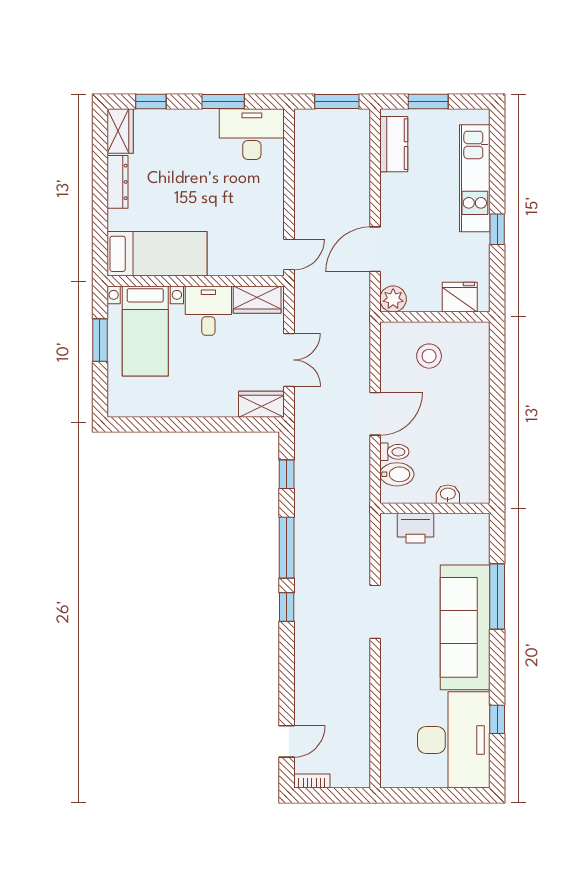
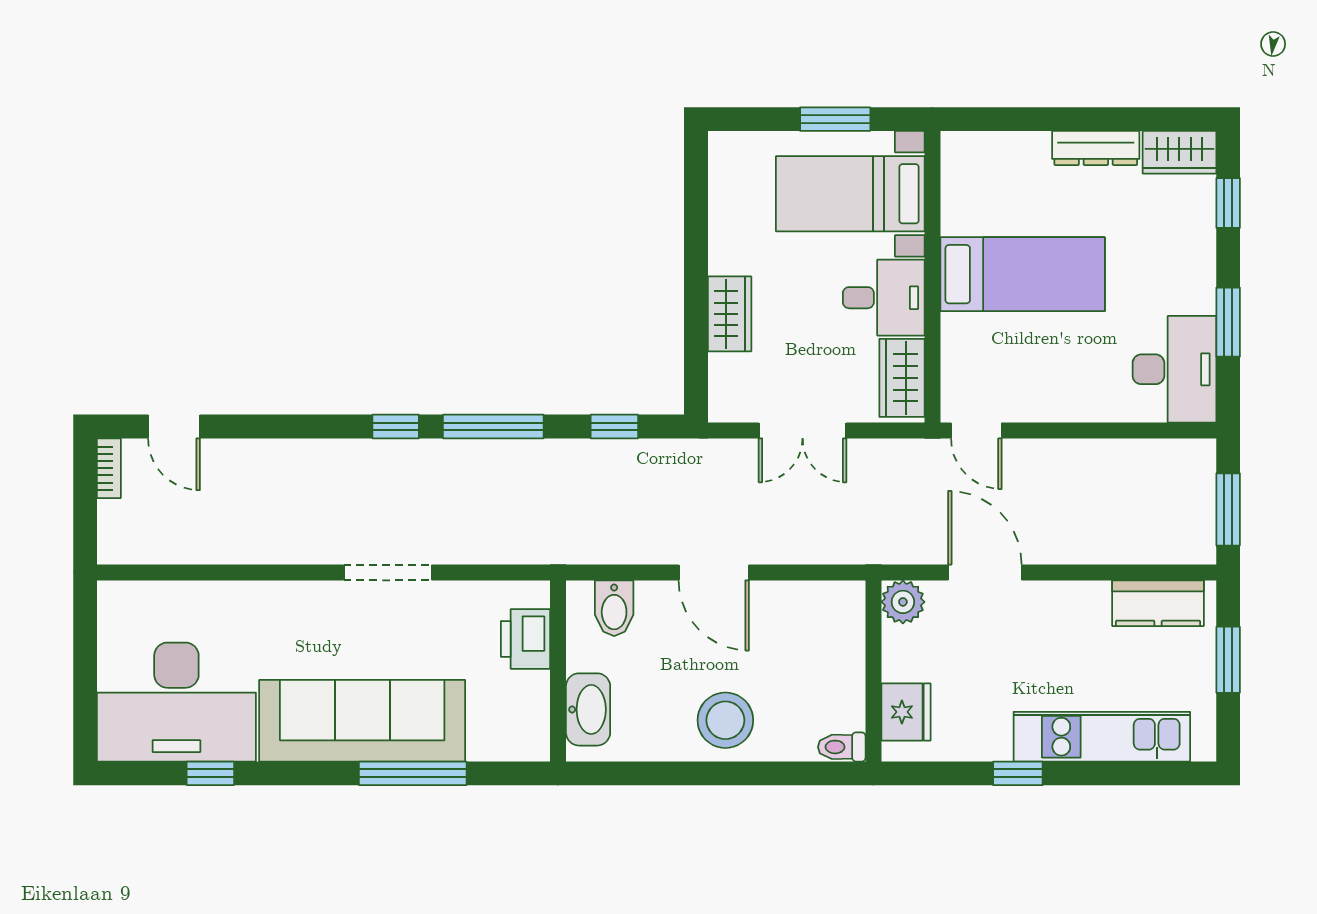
bed: (157, 254) -> (1023, 274), moved, turned -90
stool: (429, 356) -> (725, 720), moved, width x1.38, depth x1.38
wardrobe: (261, 404) -> (730, 314), moved
toilet: (394, 452) -> (842, 747), moved, turned 90
washbasin: (448, 494) -> (588, 709), width x1.91, depth x1.45

